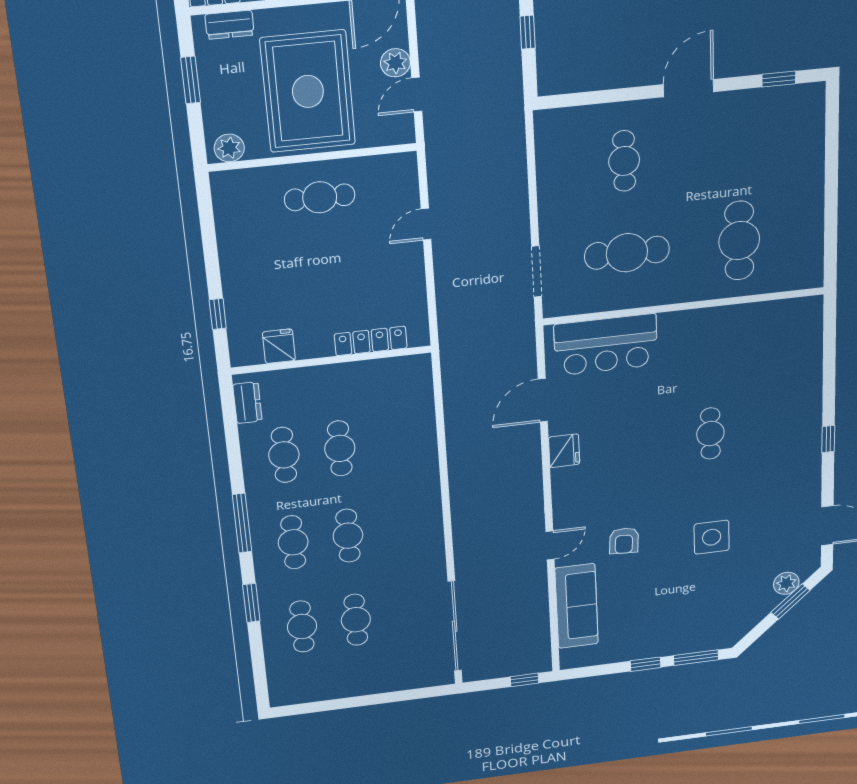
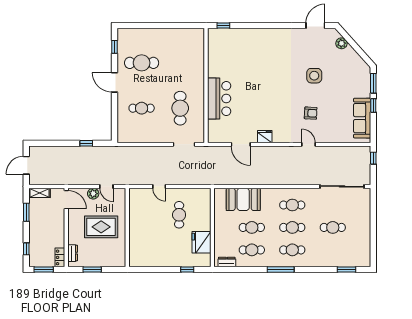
rug: (308, 91) -> (101, 227), width x0.73, depth x0.69
plant: (229, 148) -> (120, 258), removed
cafe table: (320, 197) -> (179, 215), moved
cafe table: (739, 241) -> (142, 63), moved
locker: (371, 341) -> (206, 211), removed
bar counter: (606, 345) -> (219, 99), moved
fridge: (279, 346) -> (202, 242), width x1.88, depth x1.34
booth: (408, 421) -> (243, 199), added
cafe table: (710, 434) -> (265, 76), removed
window: (828, 439) -> (223, 26), moved
window: (790, 601) -> (351, 41), removed
window: (251, 603) -> (347, 269), moved
sofa: (577, 606) -> (362, 118), moved, turned -90
cafe table: (302, 626) -> (292, 205), moved

